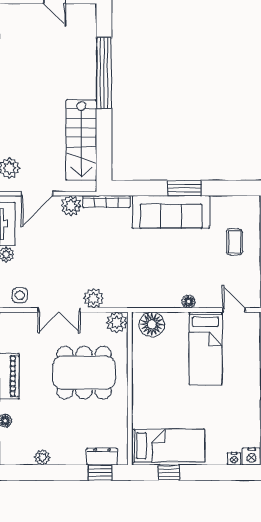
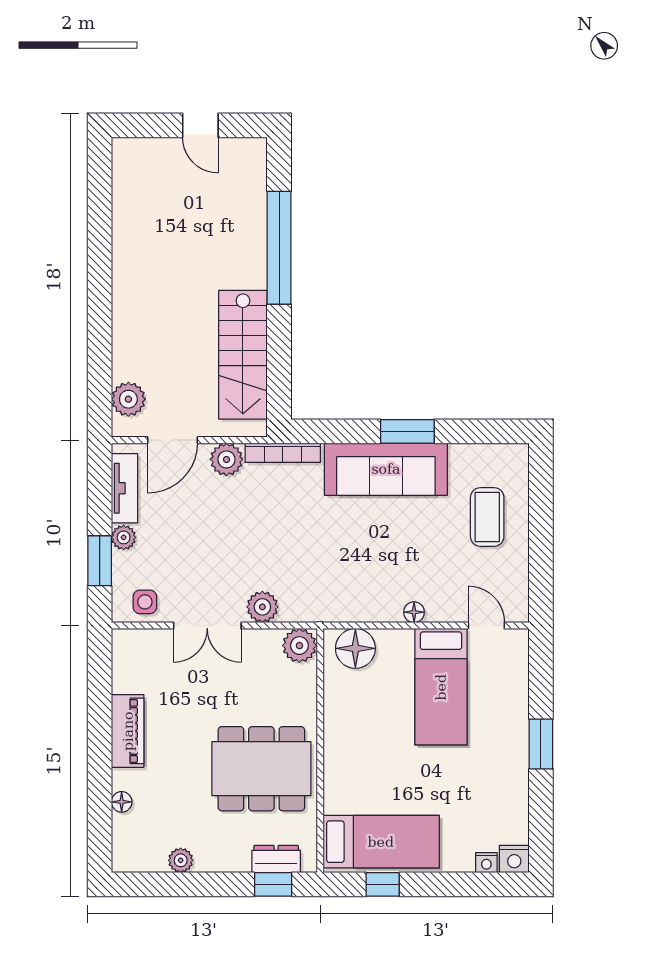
coffee table: (235, 242) -> (487, 517), width x1.36, depth x1.30
dining table: (84, 373) -> (261, 769), moved

